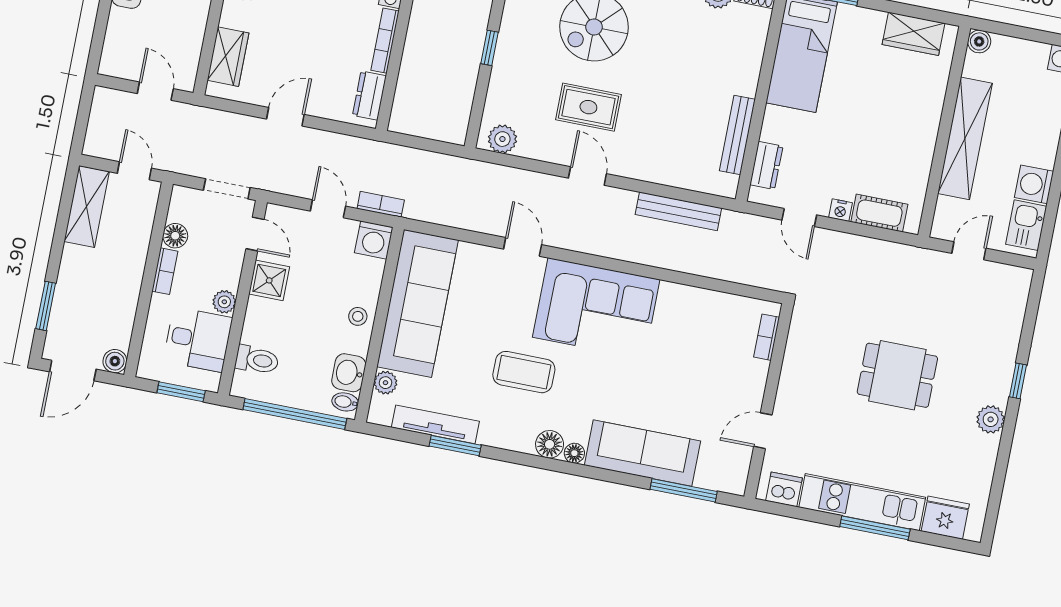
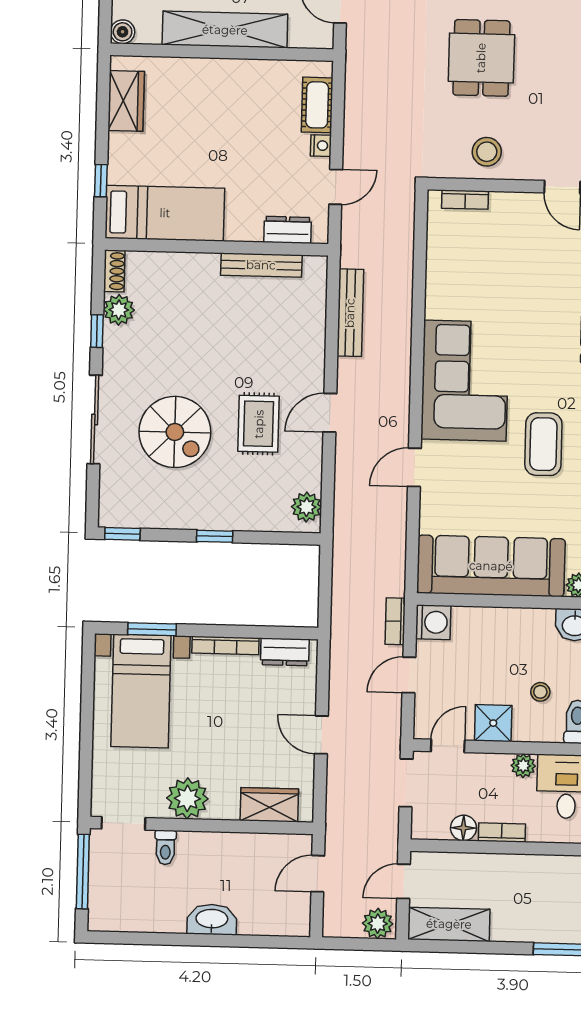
plant: (99, 140) -> (378, 924), added
stool: (358, 316) -> (540, 692), moved
stool: (808, 365) -> (487, 152), added

